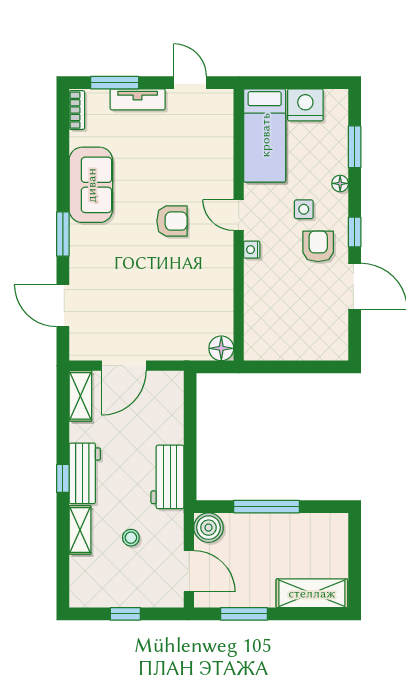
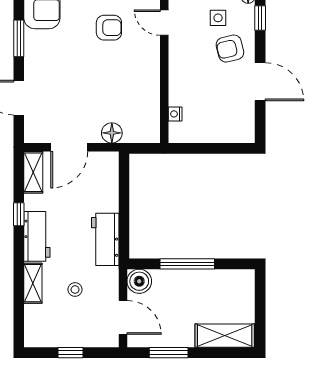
window: (355, 232) -> (260, 18), moved
armchair: (318, 246) -> (230, 49), turned -104
nightstand: (252, 250) -> (175, 114), moved
floor lamp: (221, 348) -> (112, 133), moved
window: (63, 478) -> (19, 214), moved

